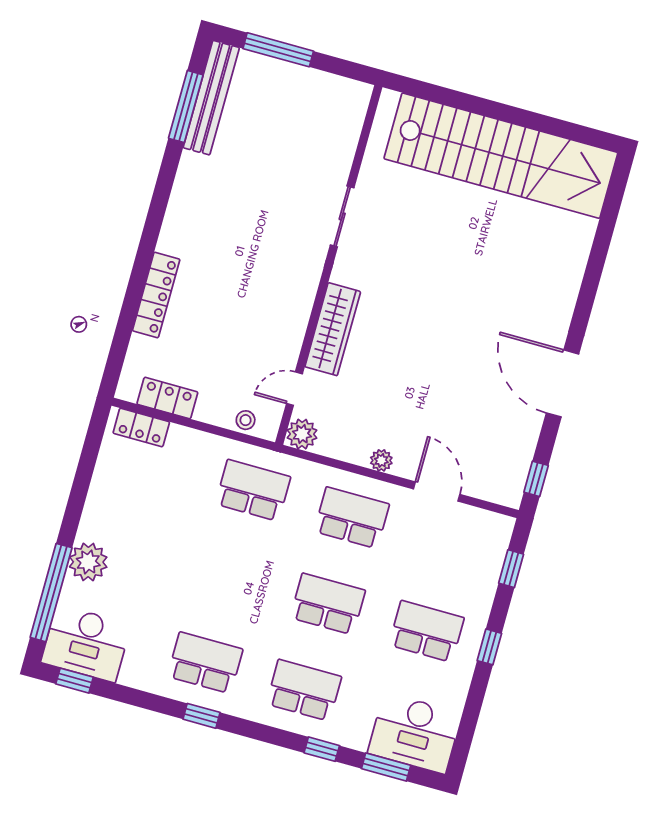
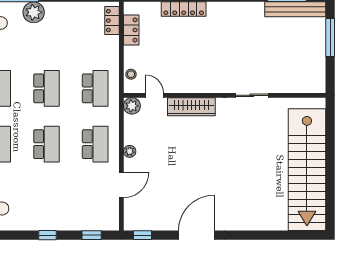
school desk: (427, 631) -> (46, 88), moved

